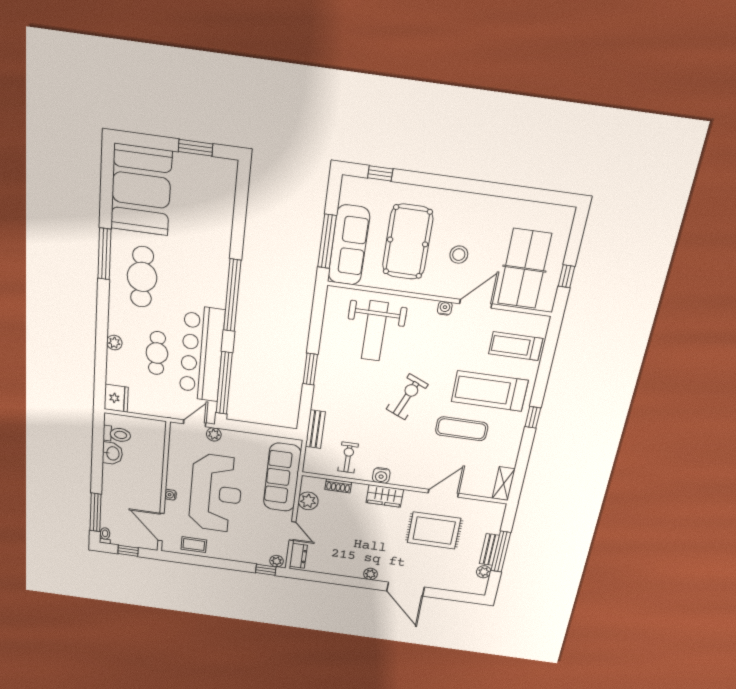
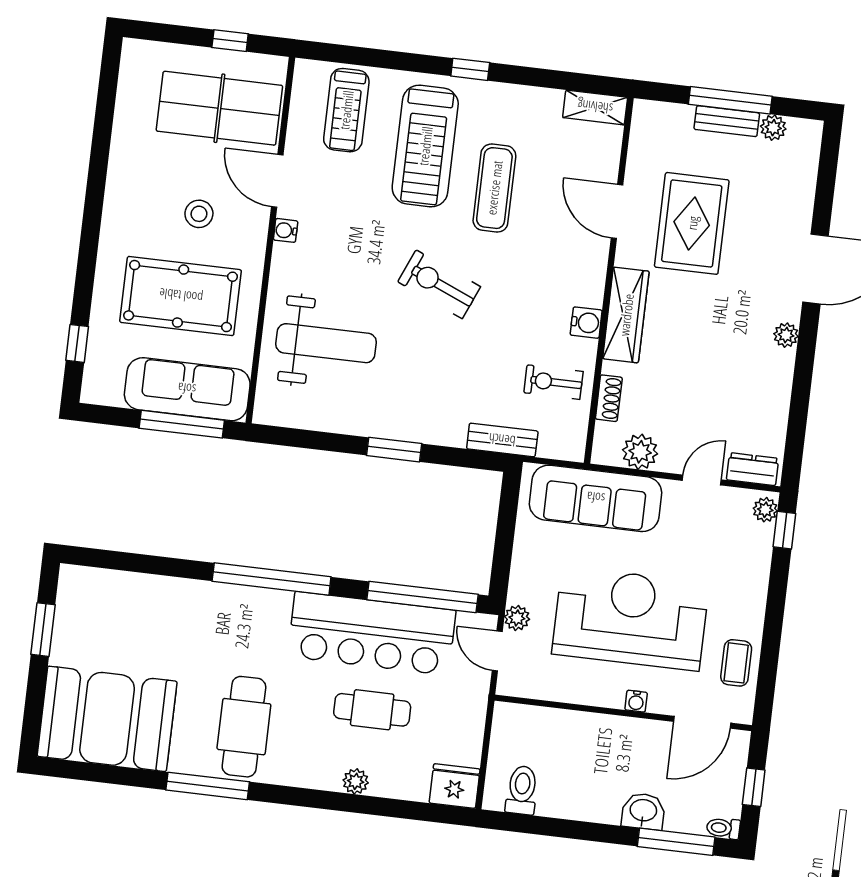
cafe table: (142, 277) -> (244, 727), turned 90
washbasin: (112, 453) -> (643, 811), moved
wardrobe: (385, 496) -> (626, 315), width x1.50

